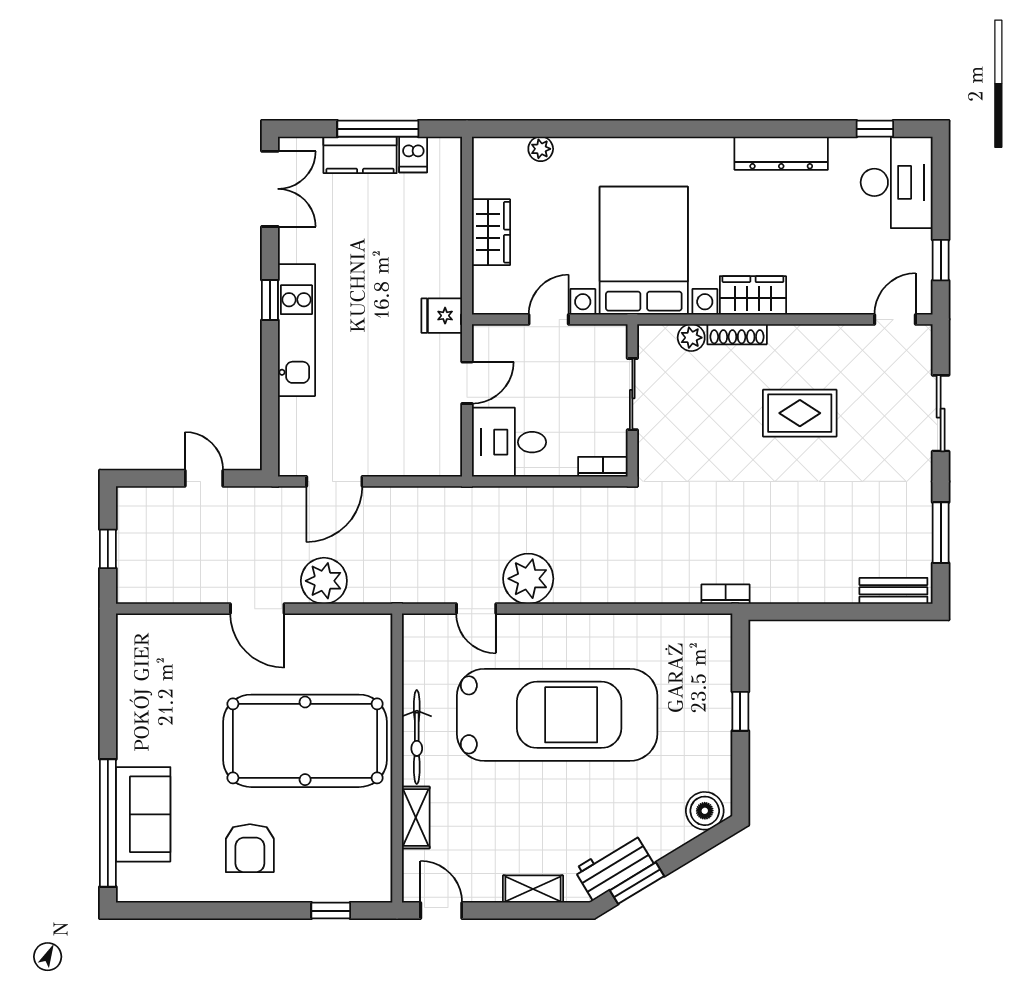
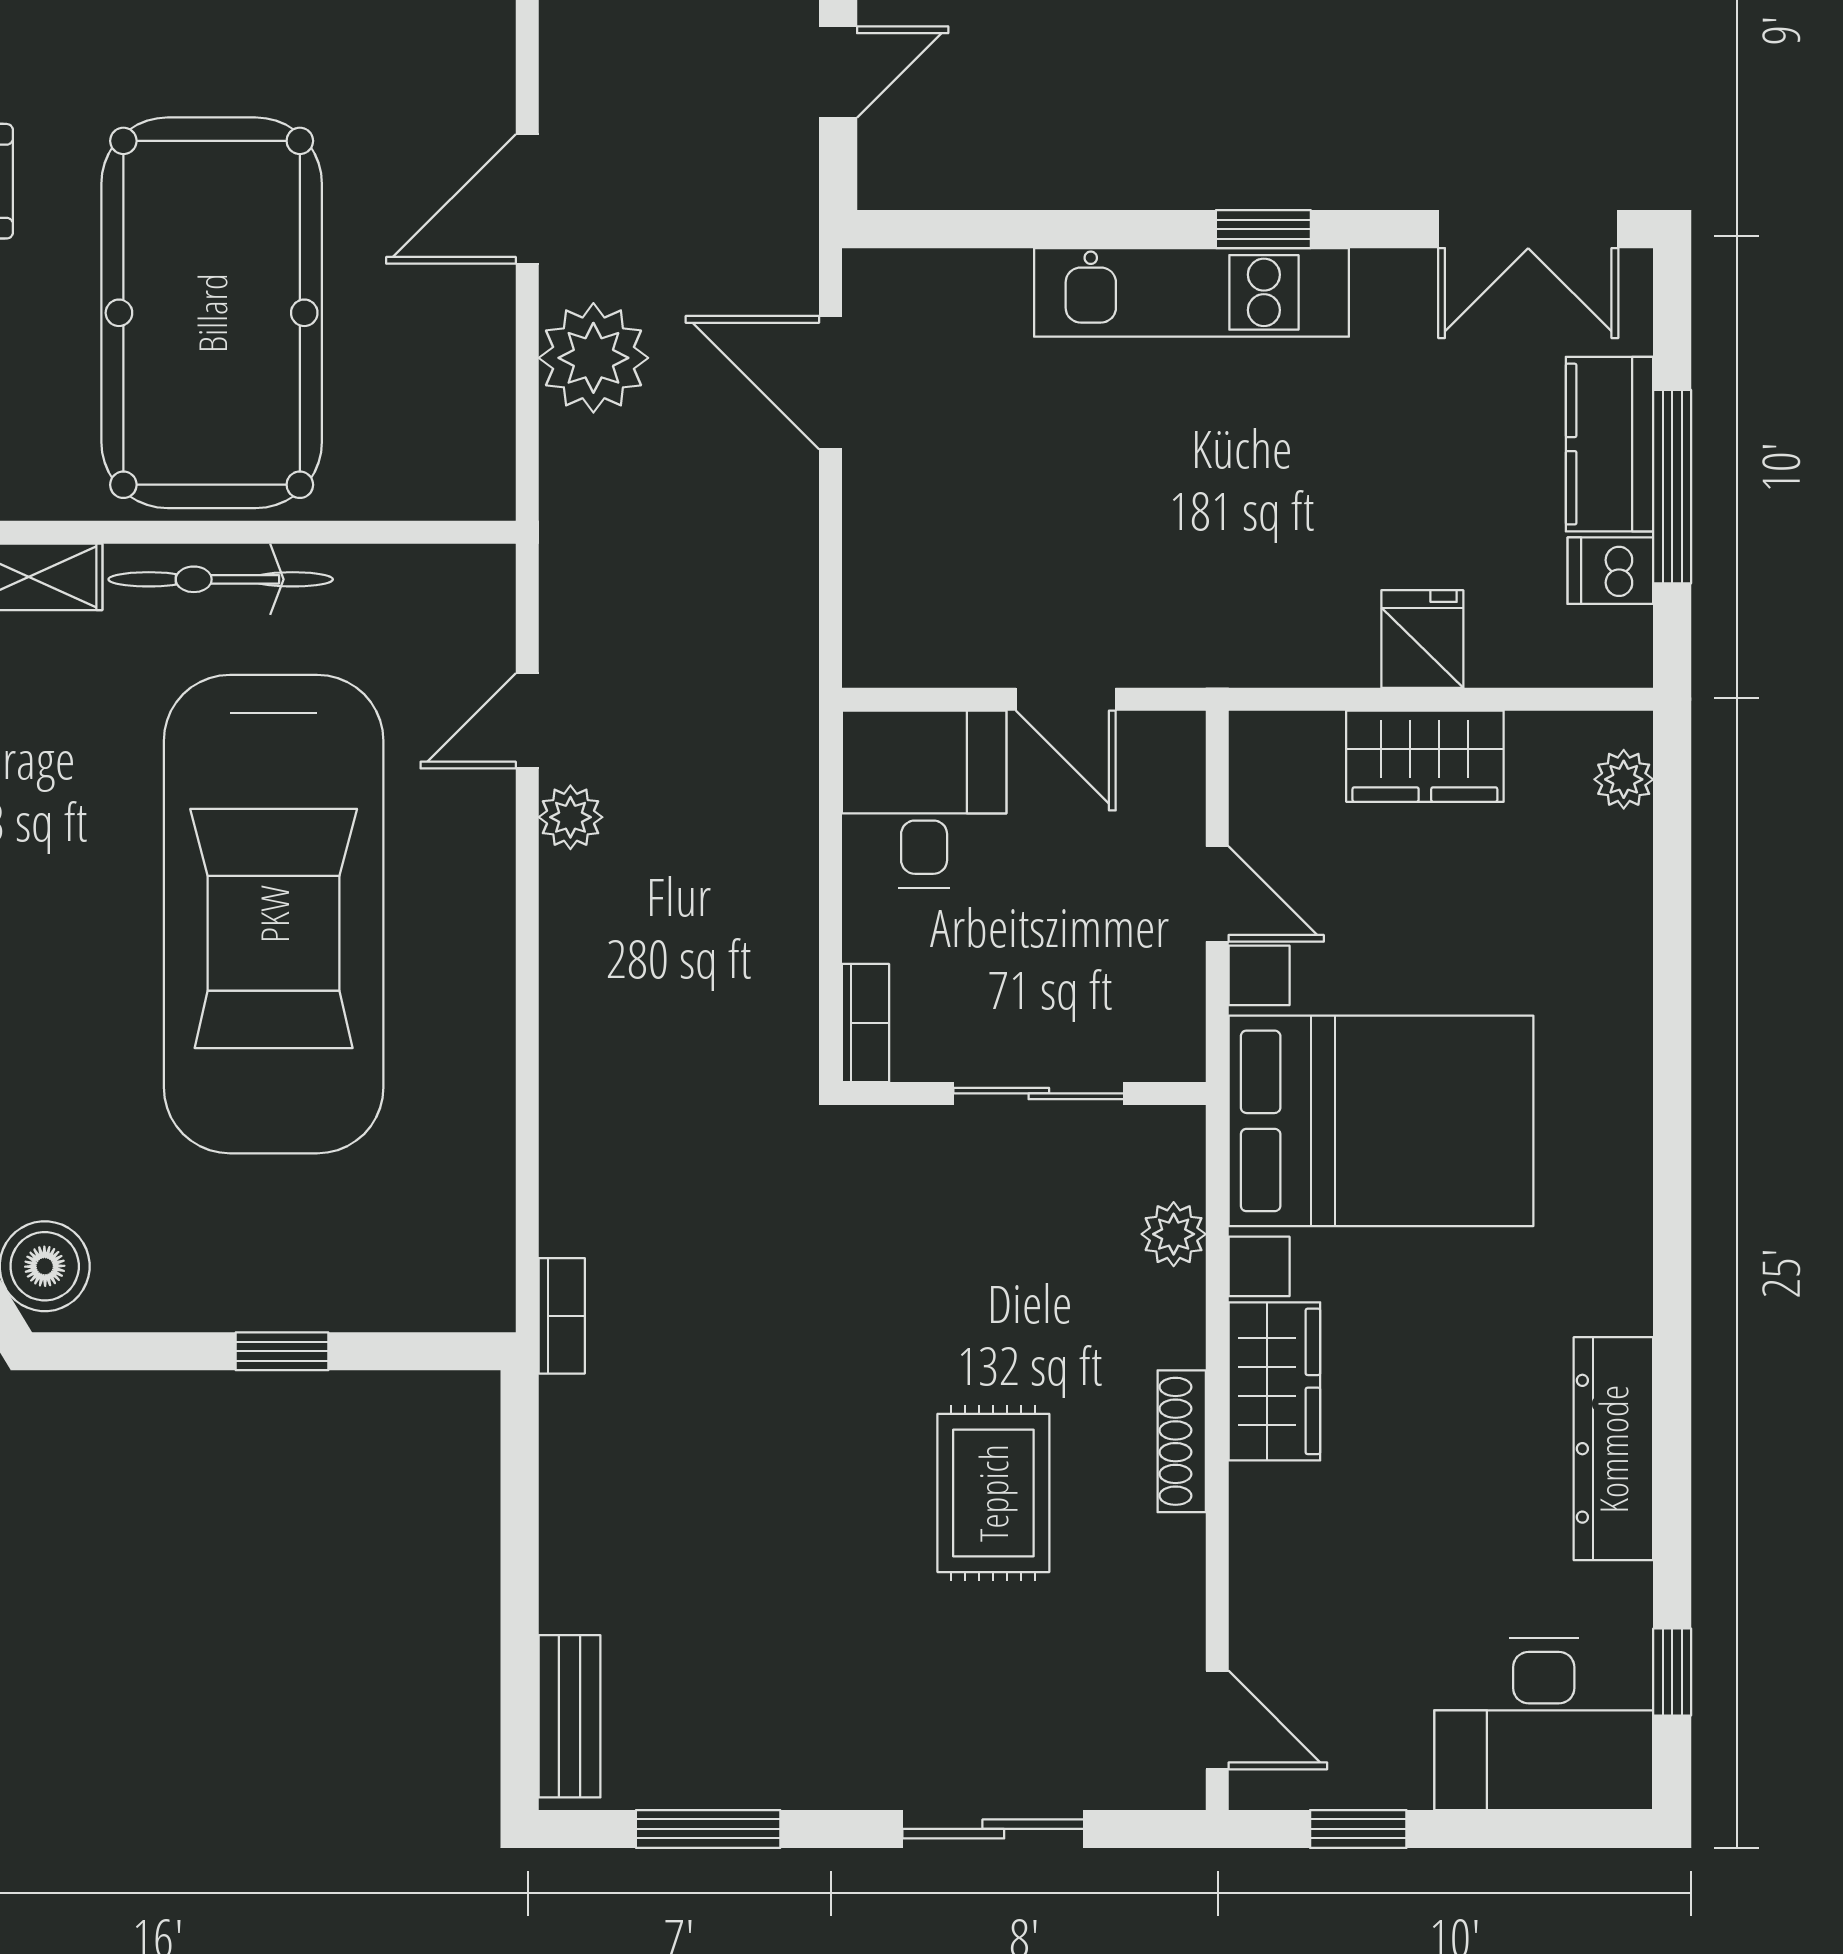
plant: (541, 149) -> (1624, 779), moved
fridge: (442, 316) -> (1422, 639), moved
shoe rack: (737, 334) -> (1182, 1441), moved
plant: (528, 579) -> (570, 817), width x0.53, depth x0.53

